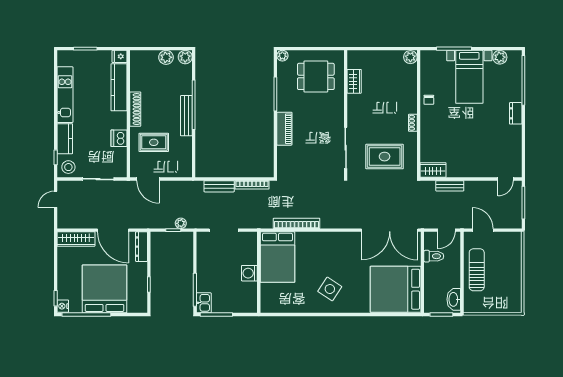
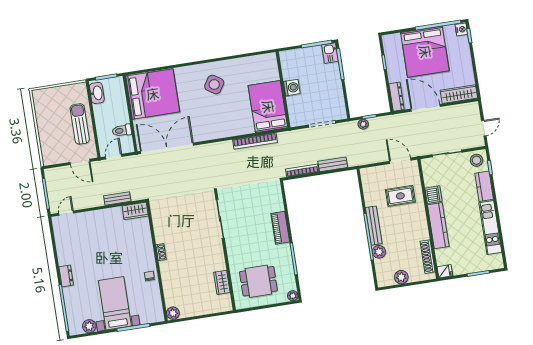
plant: (185, 57) -> (379, 252), moved
kitchen counter: (119, 87) -> (438, 226), moved
shoe rack: (135, 109) -> (428, 257), moved
rug: (385, 157) -> (182, 216), removed
sun lounger: (477, 270) -> (80, 124), turned 180

